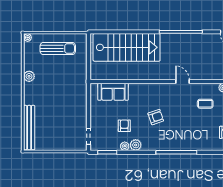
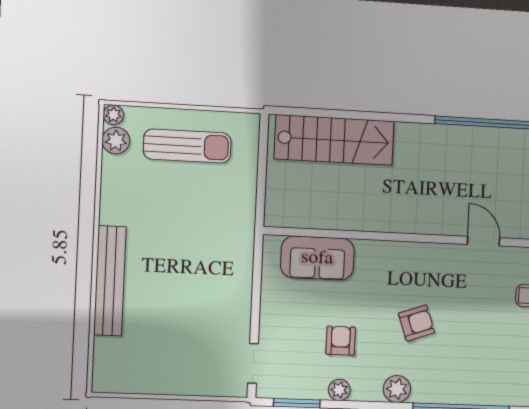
stairs: (127, 47) -> (334, 140), width x0.73, depth x0.66
plant: (29, 76) -> (116, 141), moved
bench: (29, 128) -> (110, 281), moved
plant: (136, 145) -> (397, 389), moved

